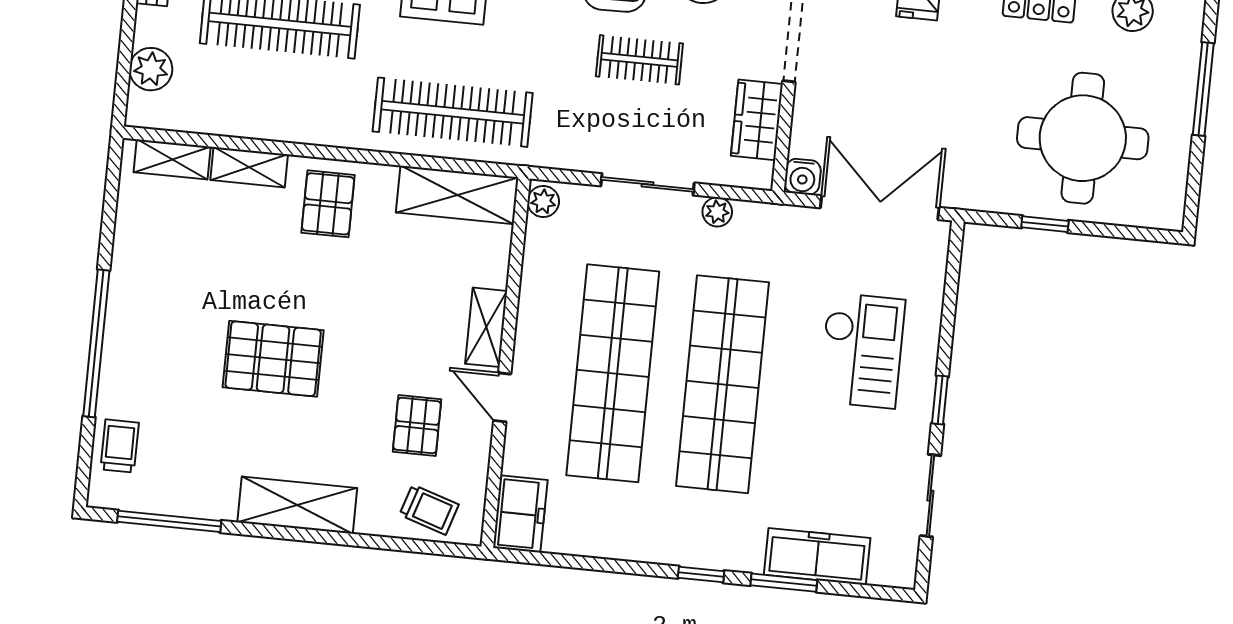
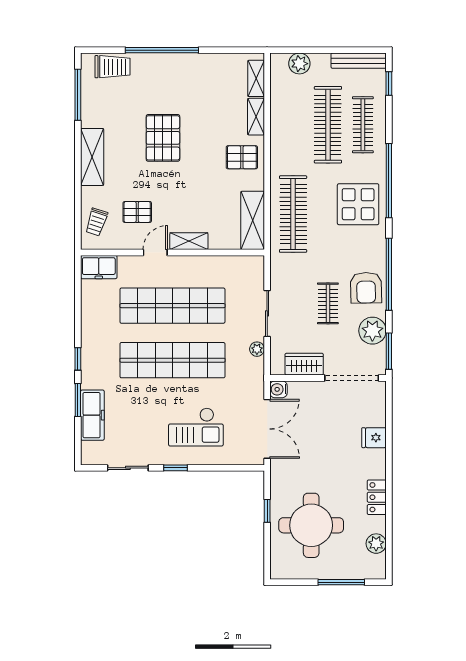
plant: (543, 201) -> (254, 263), removed
trolley: (120, 446) -> (113, 67), width x1.36, depth x1.39

